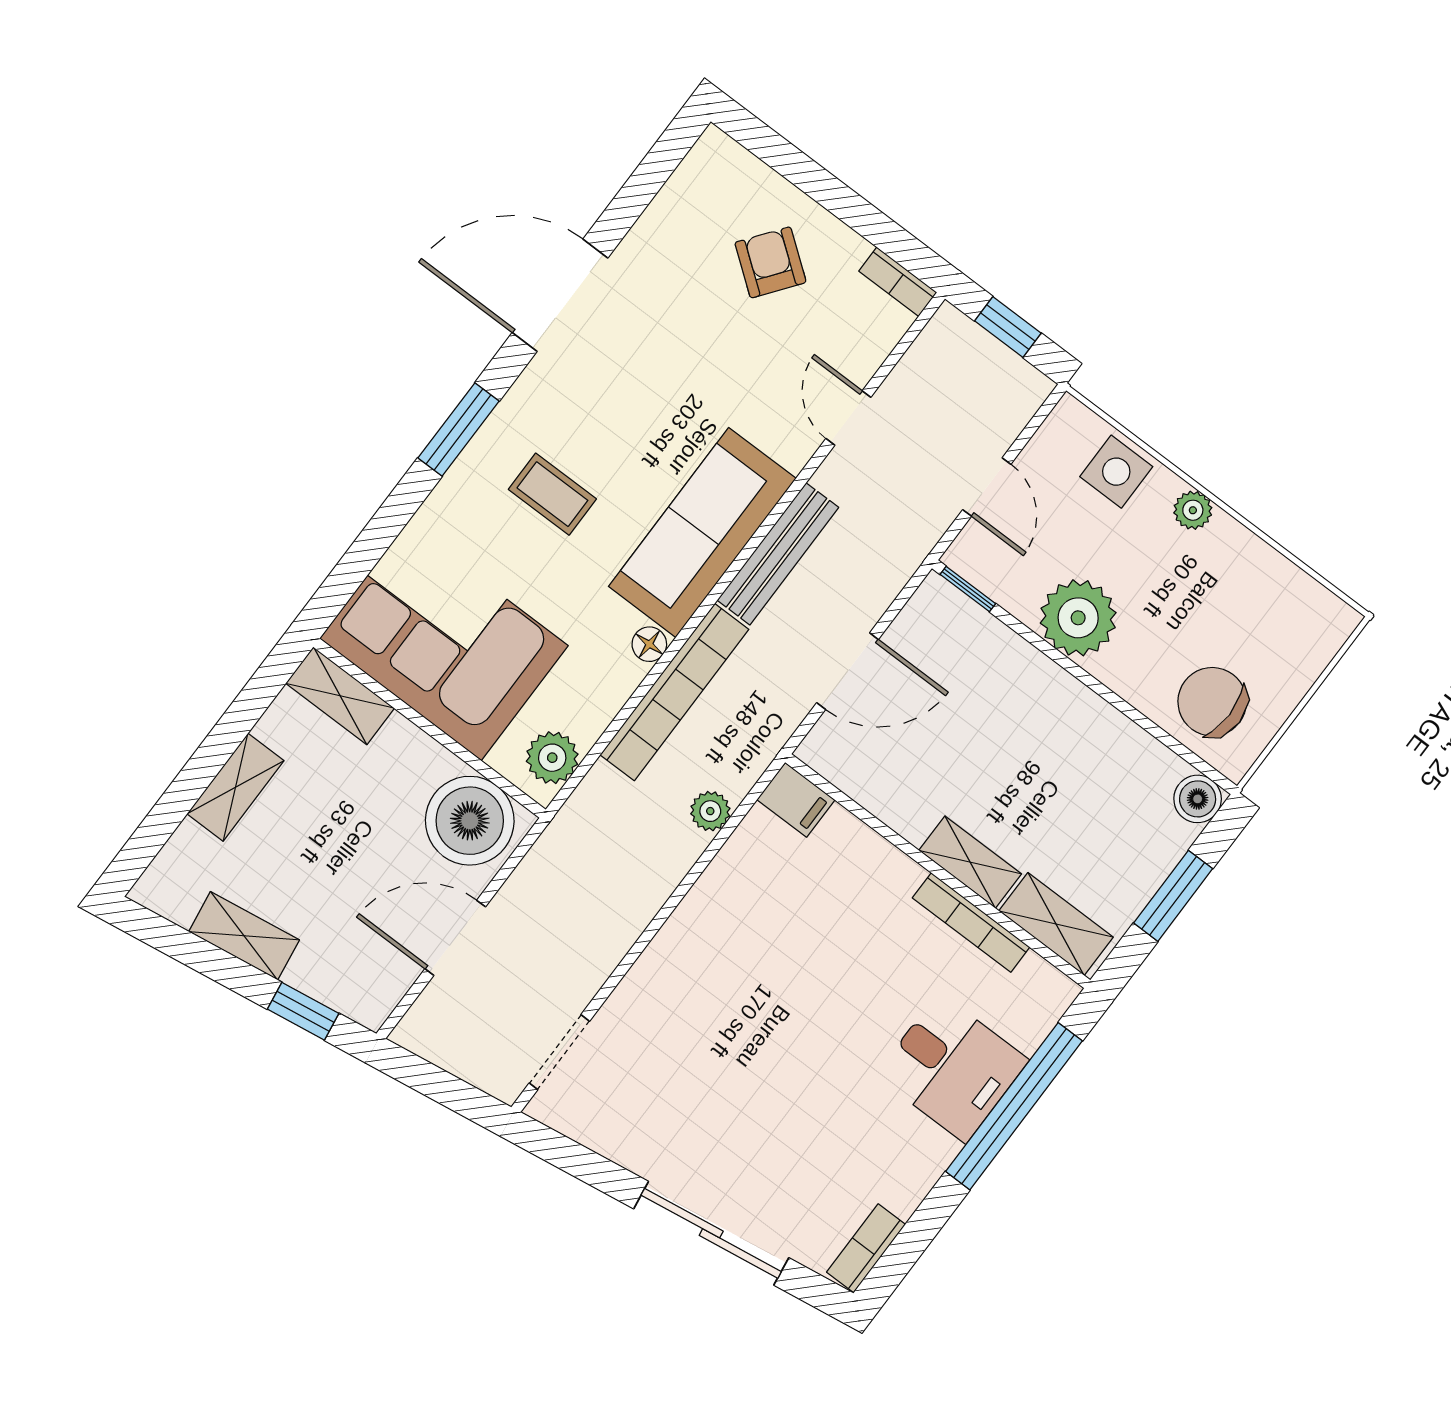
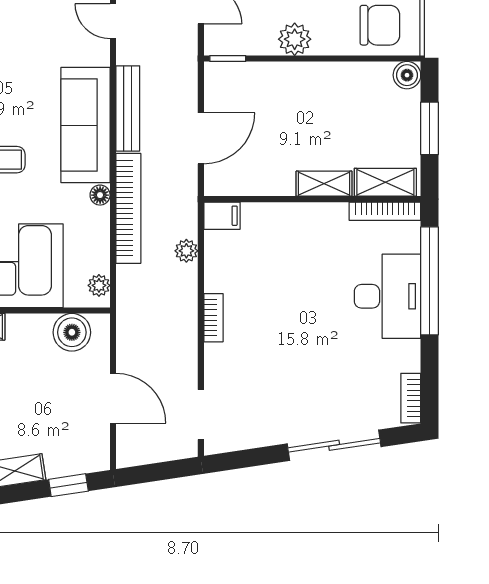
plant: (1078, 618) -> (295, 39), width x0.73, depth x0.73
chair: (1212, 702) -> (380, 25), turned 180
plant: (552, 758) -> (99, 285), width x0.73, depth x0.73
boiler: (470, 821) -> (72, 332), width x0.73, depth x0.73
bookcase: (971, 923) -> (385, 211), moved
bookcase: (678, 932) -> (213, 318), added
door: (455, 938) -> (113, 398), swing flipped
desk: (952, 1068) -> (388, 296), width x1.37

